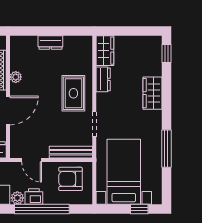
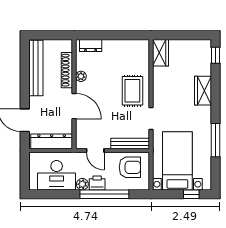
dresser: (50, 42) -> (91, 45), moved
dresser: (103, 79) -> (159, 78), removed
door: (8, 110) -> (74, 106), hinge flipped
armchair: (70, 179) -> (130, 167), turned 180

